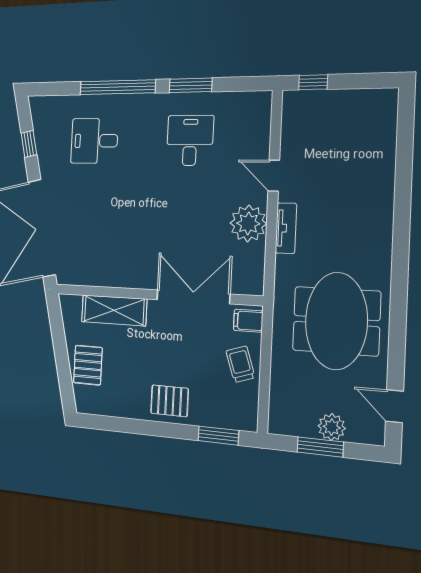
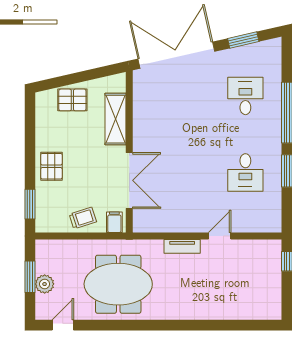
desk: (190, 140) -> (245, 172), turned 90
window: (29, 144) -> (243, 40), width x1.50
plant: (248, 223) -> (185, 219), removed

